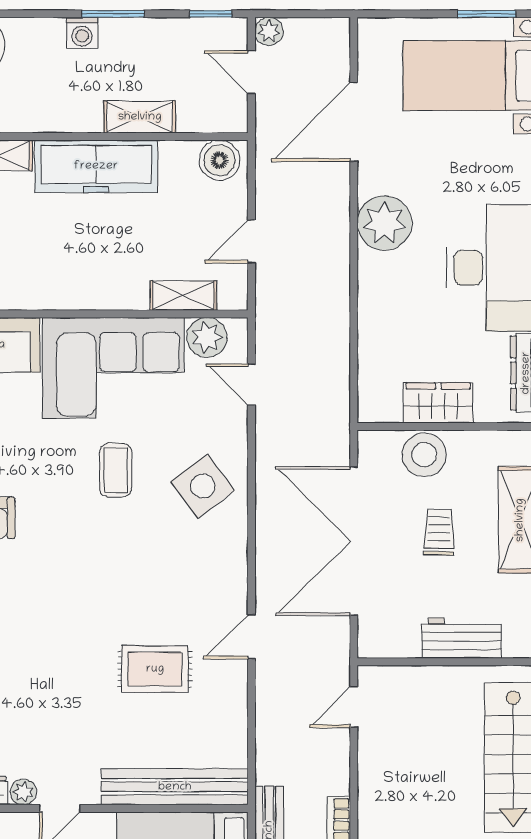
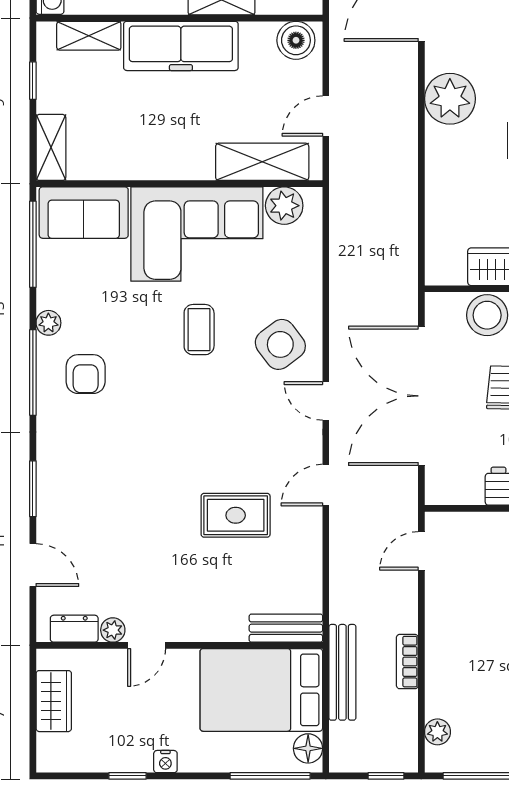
shelving: (183, 296) -> (262, 162), width x1.50, depth x1.33
door: (251, 385) -> (326, 401), moved
bench: (175, 787) -> (286, 628), width x0.54, depth x0.82

